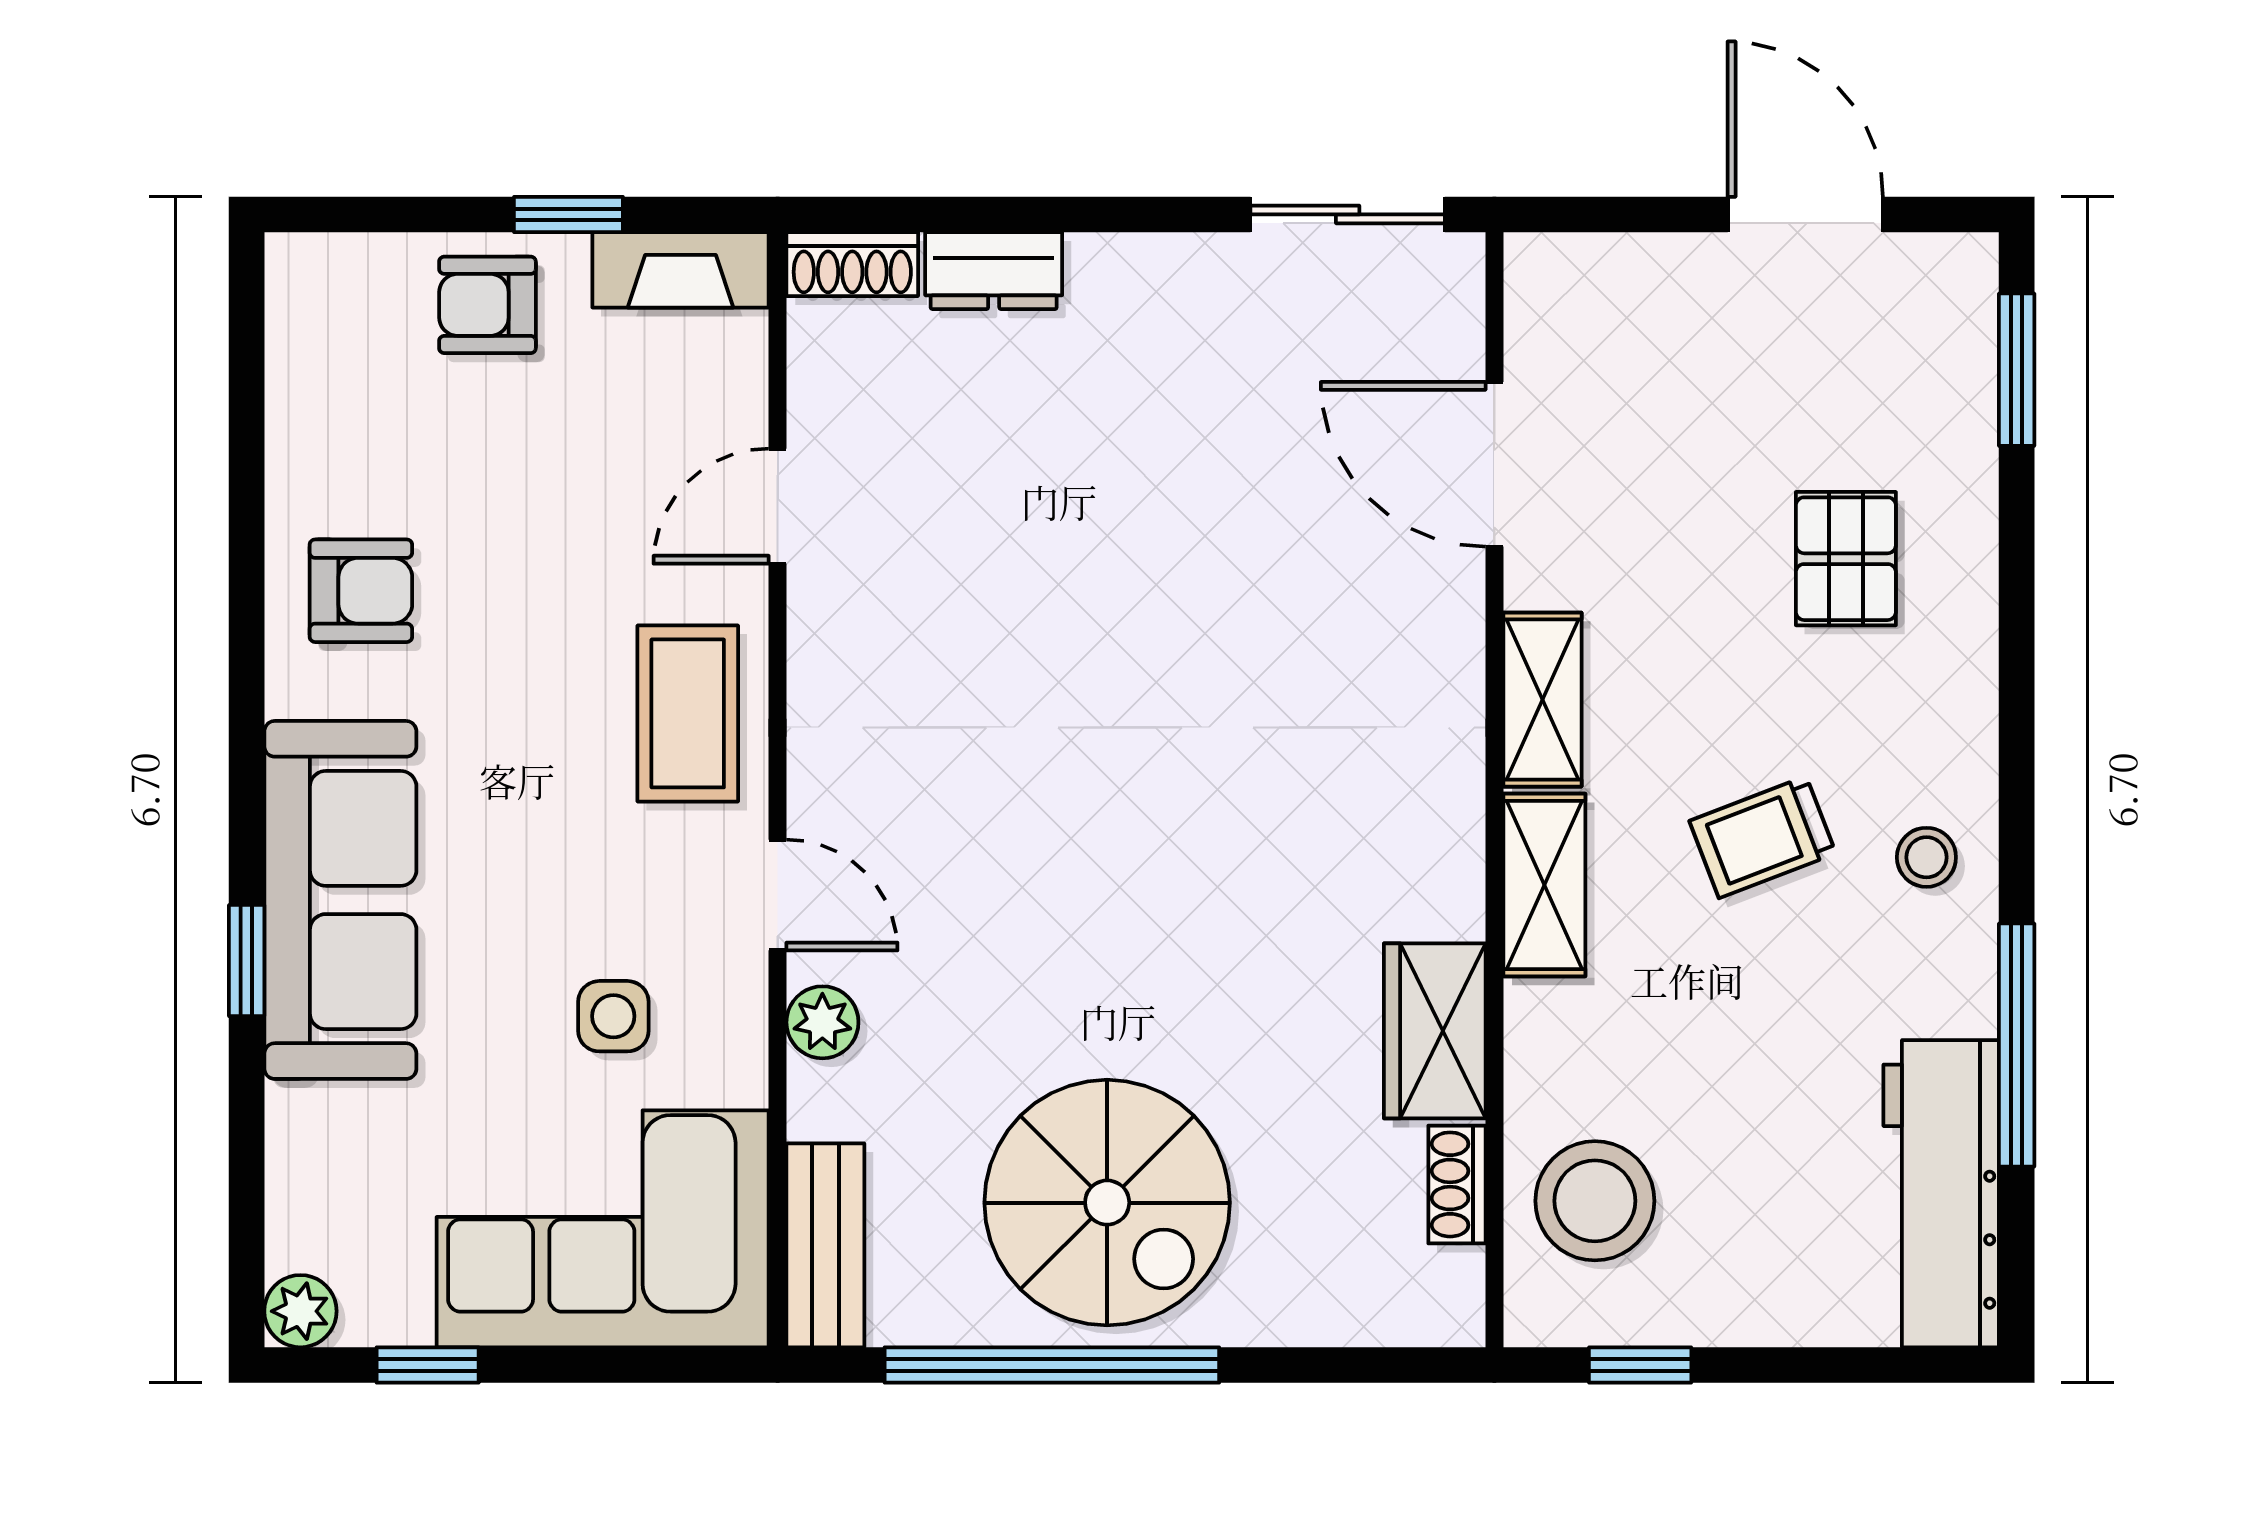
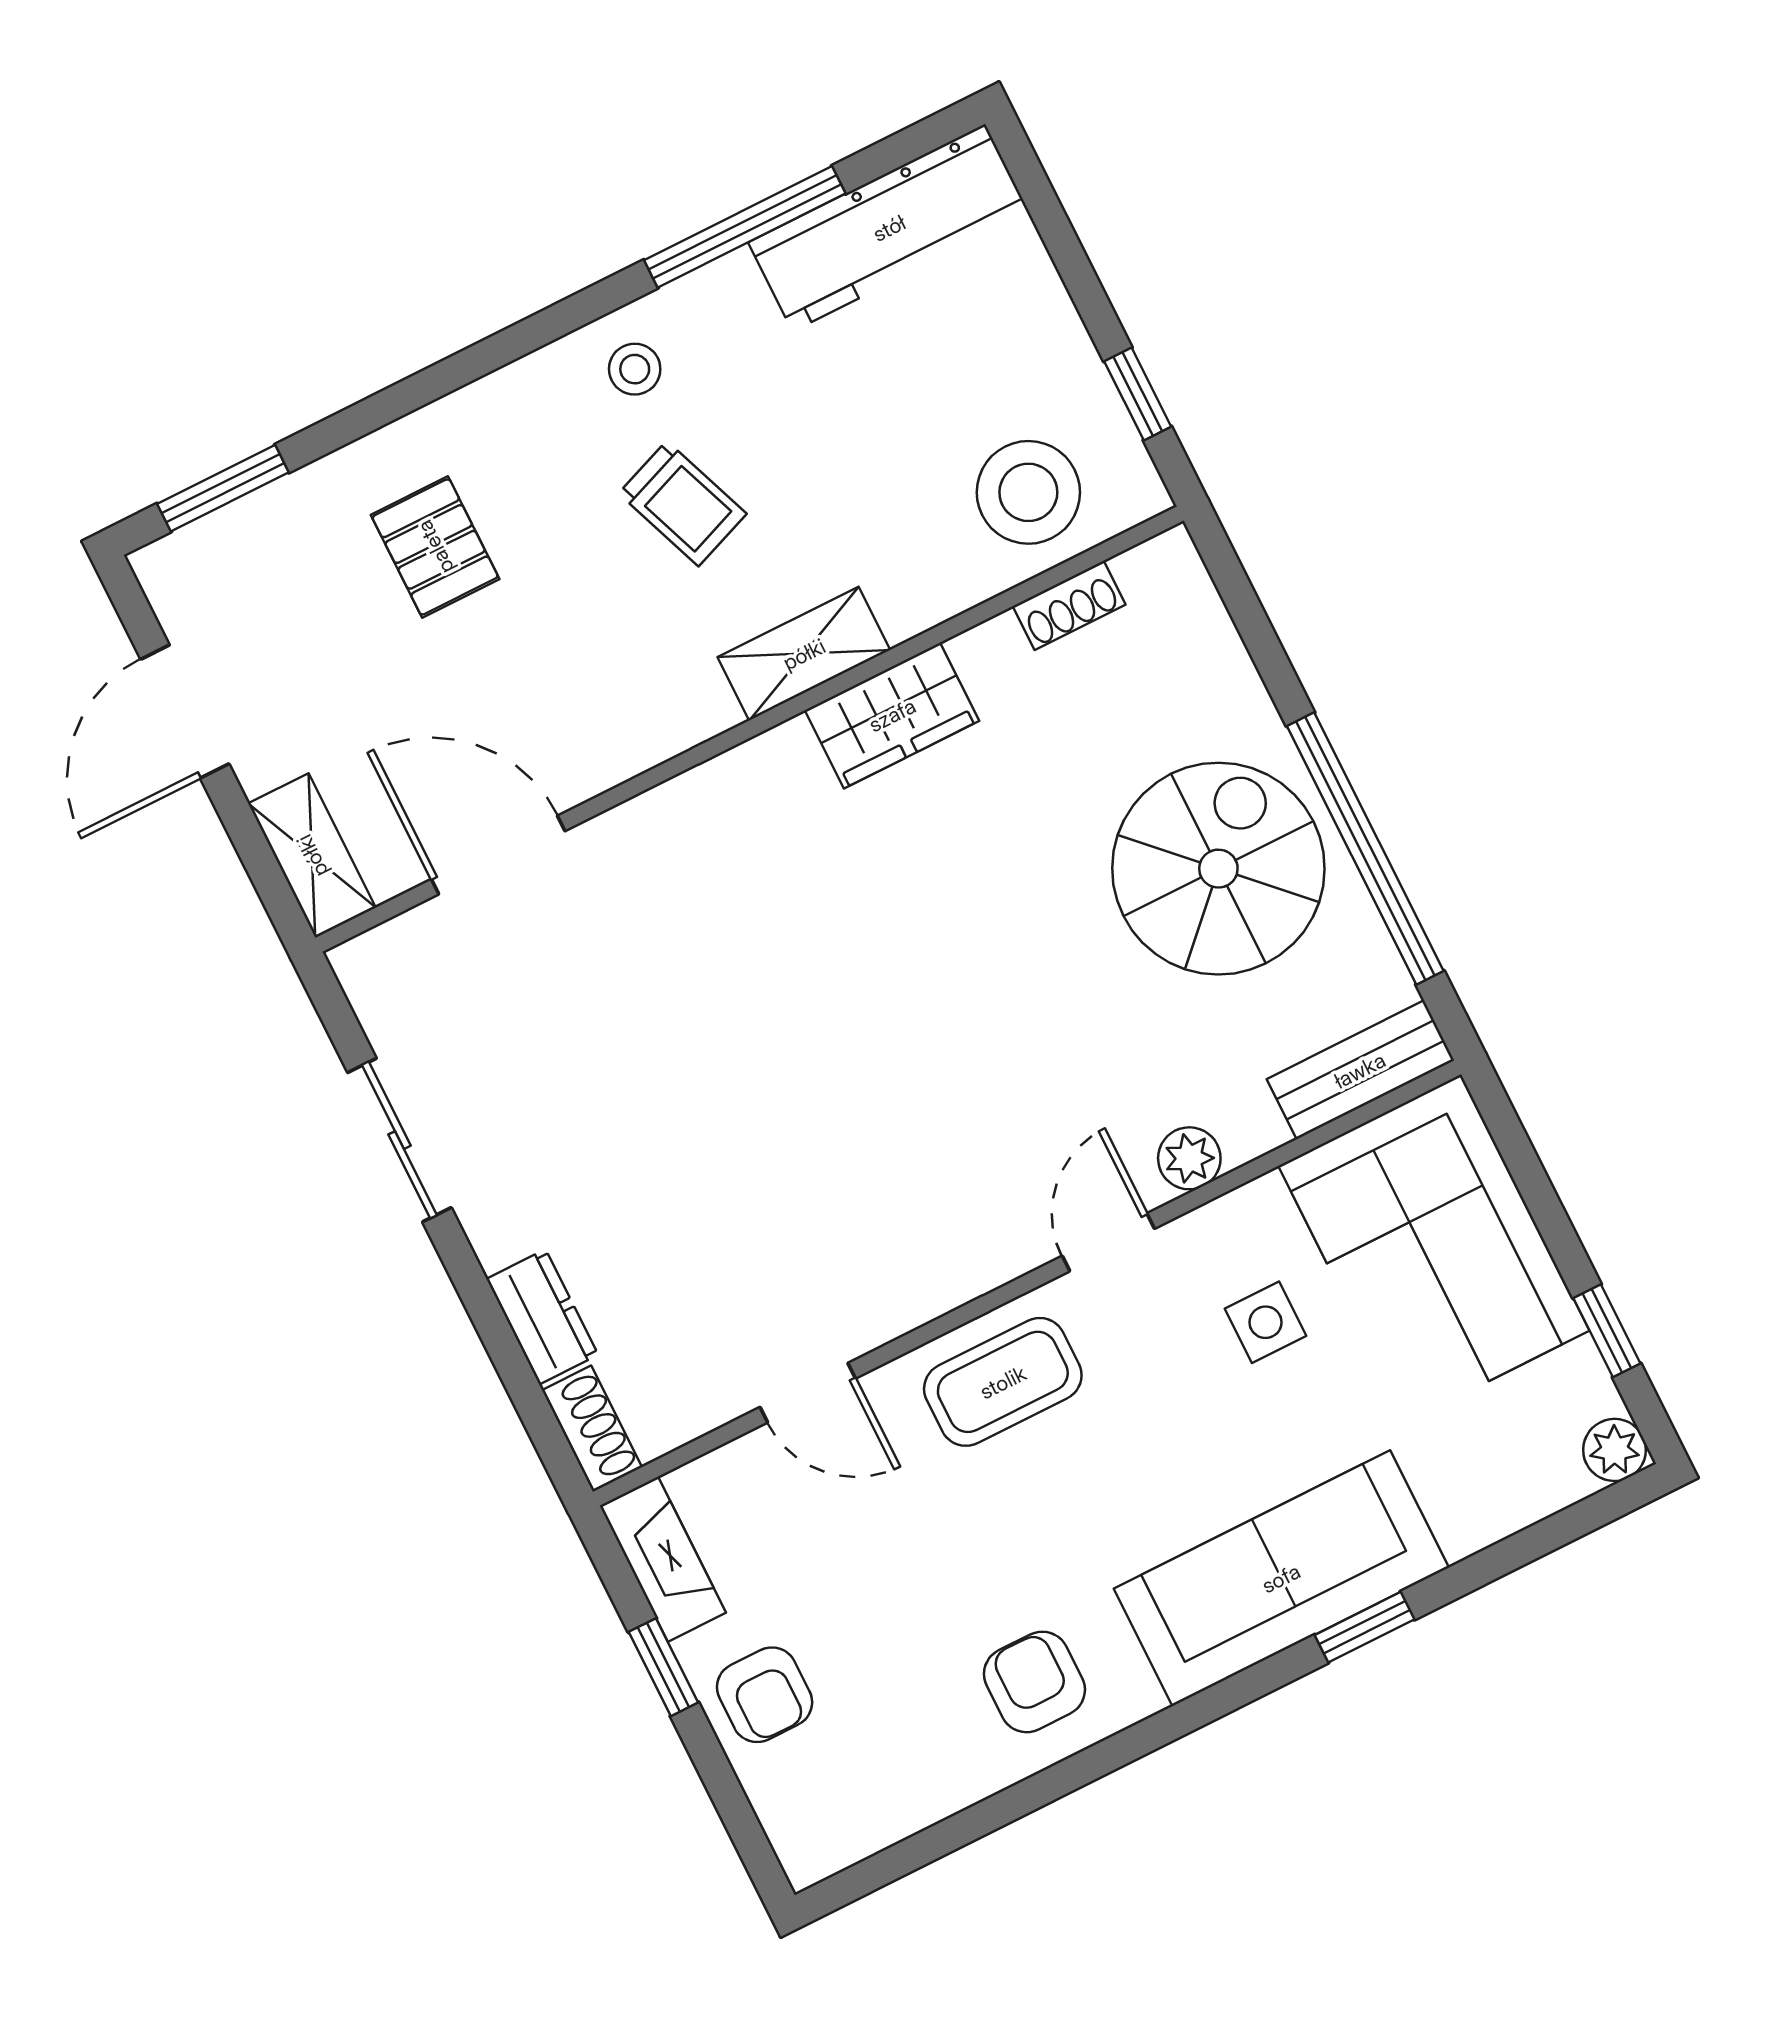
sliding door: (1348, 214) -> (399, 1140), moved
door: (1494, 464) -> (498, 855), swing flipped
pallet: (1846, 559) -> (435, 547), turned 90
shelving: (1542, 700) -> (312, 856), moved, turned 90
wardrobe: (1435, 1031) -> (892, 715), moved

